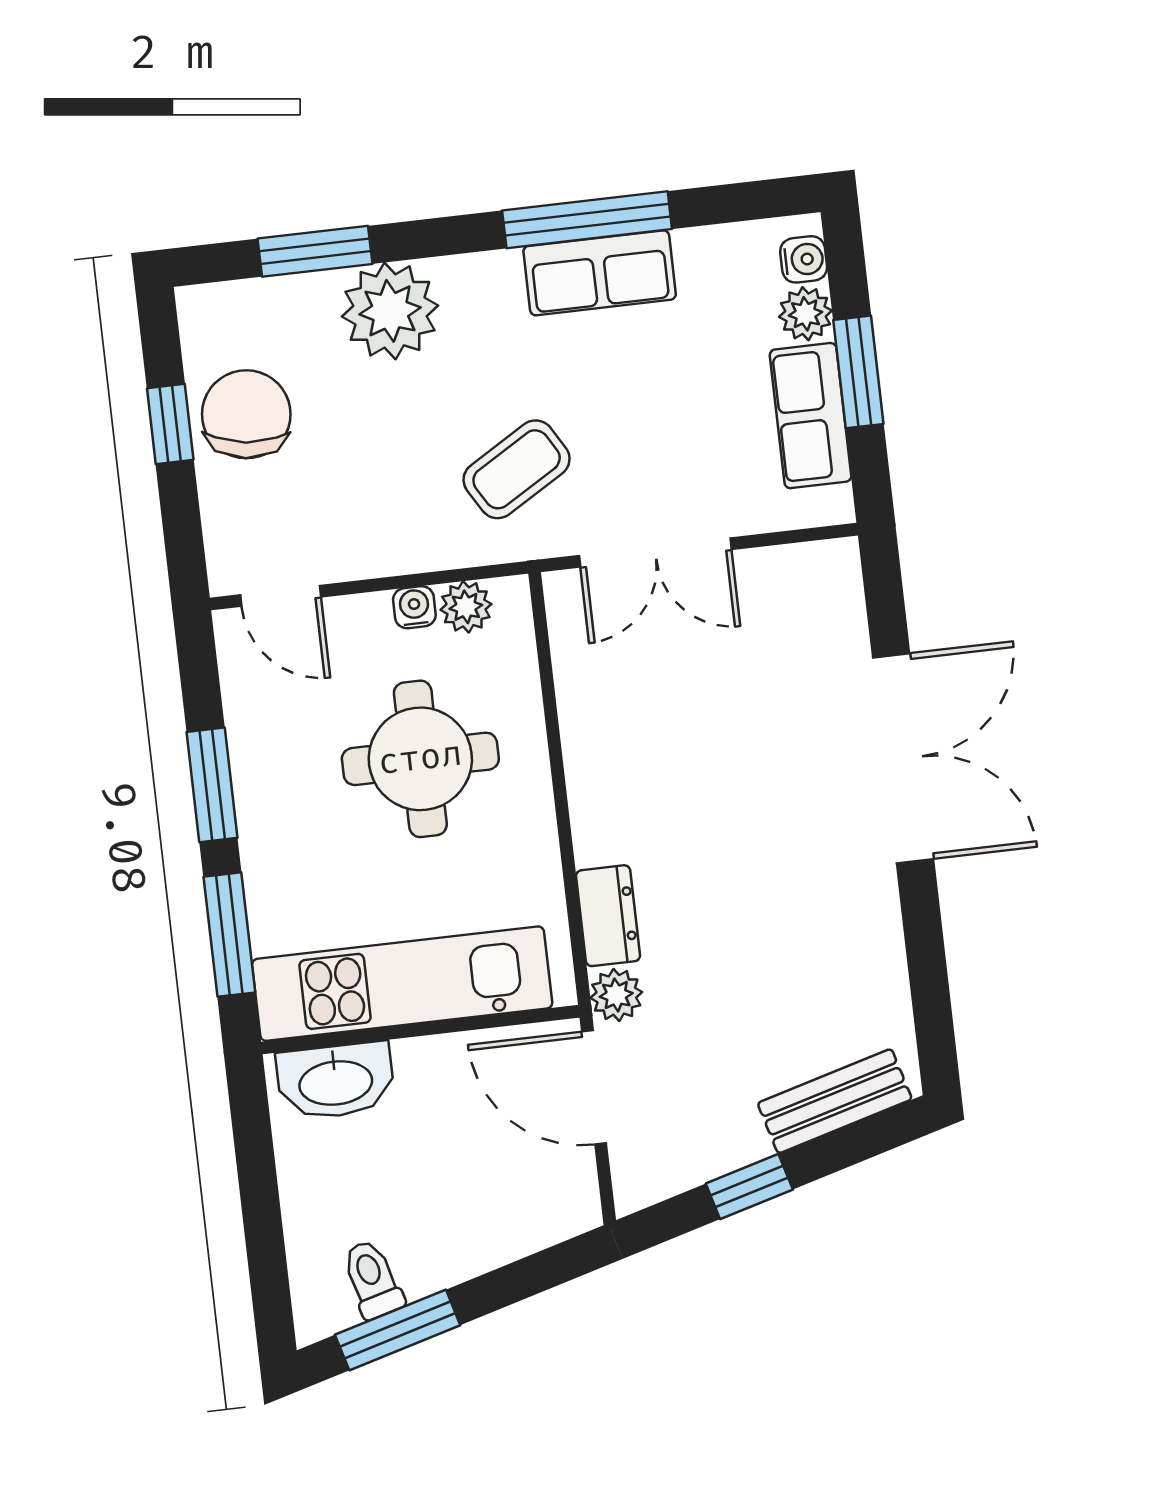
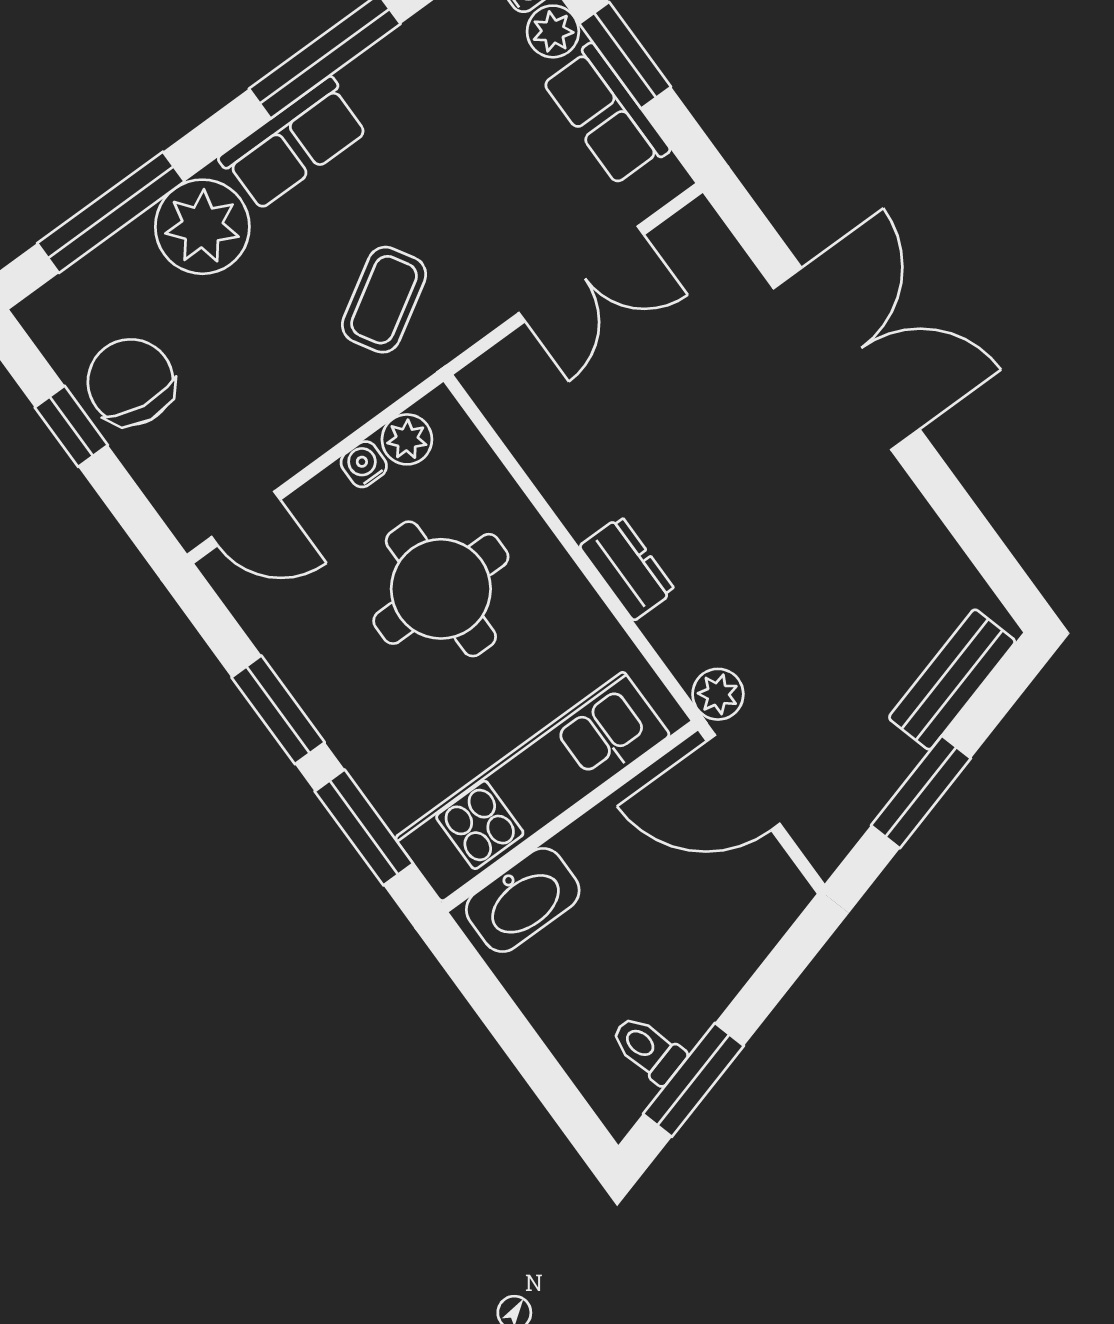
window: (315, 251) -> (111, 212), width x1.44
row of seats: (600, 273) -> (294, 144), moved
double door: (655, 553) -> (581, 274), moved
dresser: (608, 916) -> (627, 568), moved
window: (749, 1187) -> (921, 792), width x1.50

